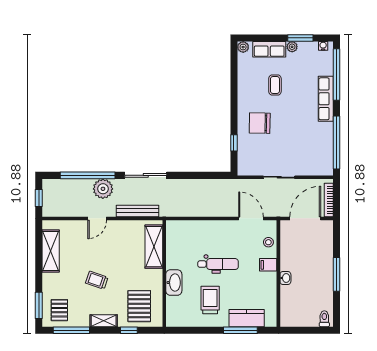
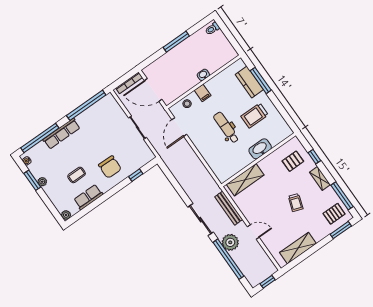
row of seats: (269, 49) -> (88, 197), moved, turned -90
pallet: (139, 306) -> (293, 161), width x0.67, depth x0.71

